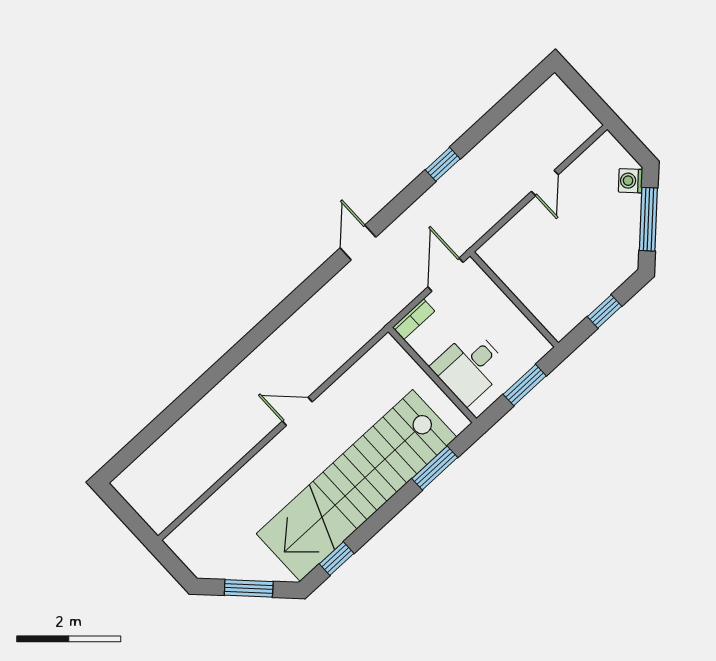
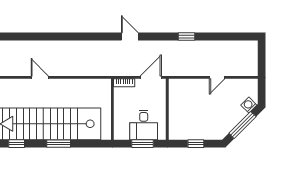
door: (358, 242) -> (130, 37), hinge flipped
desk: (470, 367) -> (144, 125), moved, turned -90
door: (297, 411) -> (40, 77), moved
window: (435, 468) -> (59, 144), moved

